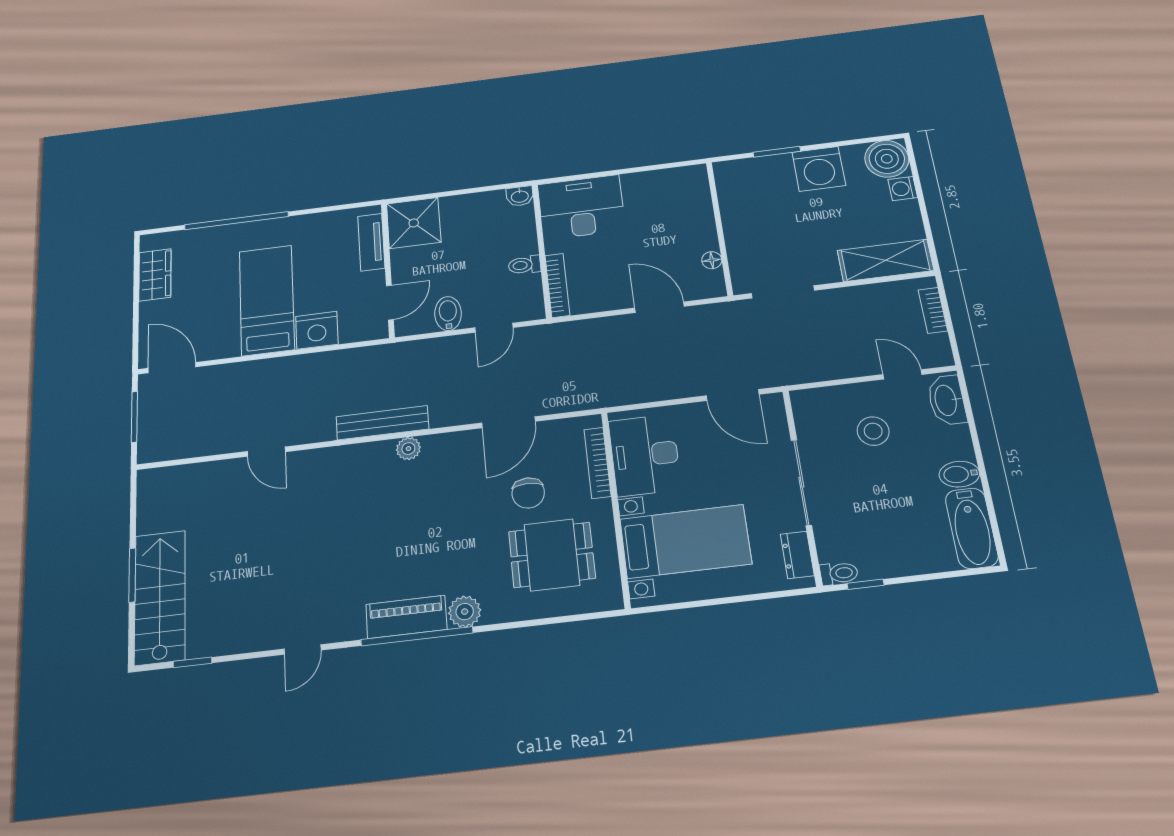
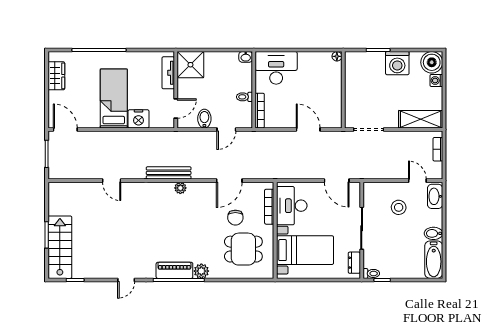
floor lamp: (712, 260) -> (337, 56), moved

